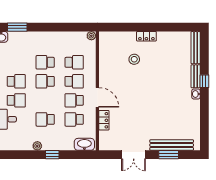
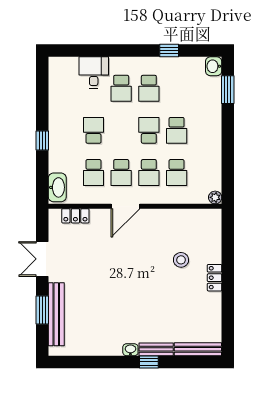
school desk: (45, 62) -> (177, 130), turned 180
school desk: (74, 100) -> (121, 172), turned 180
school desk: (74, 119) -> (93, 172), turned 180
locker: (104, 120) -> (75, 216), moved
plant: (37, 146) -> (55, 119), removed

